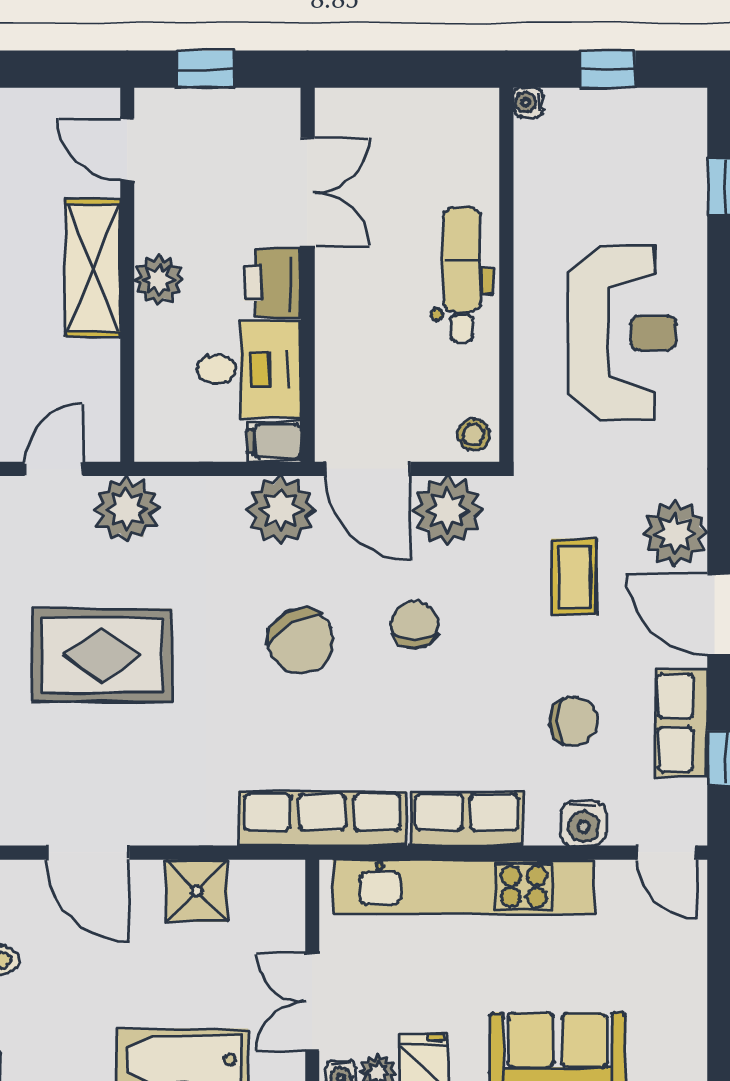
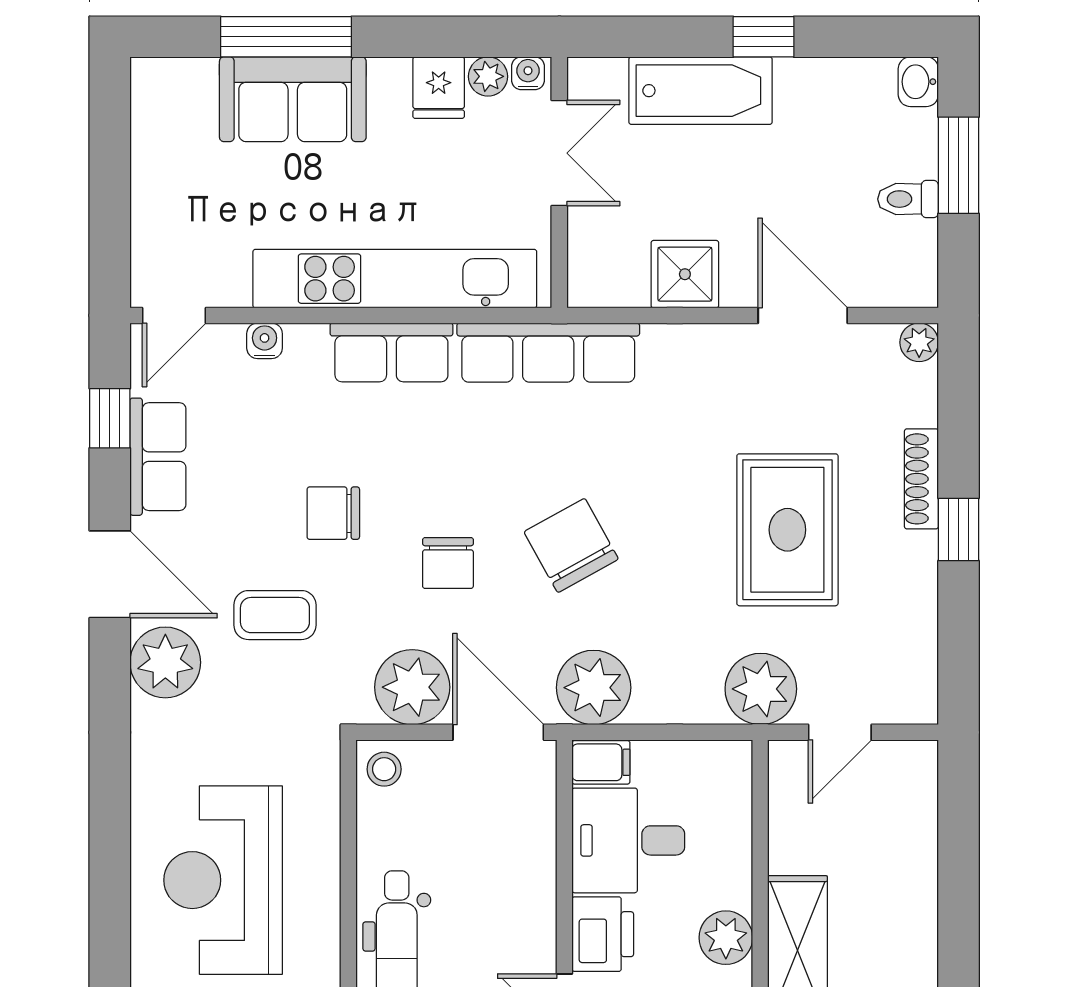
coffee table: (574, 577) -> (275, 615), turned 90
rug: (102, 655) -> (787, 530), turned 90
chair: (573, 721) -> (333, 513), moved
water cooler: (584, 823) -> (265, 341), width x0.72, depth x0.72
door: (667, 853) -> (174, 315), swing flipped

